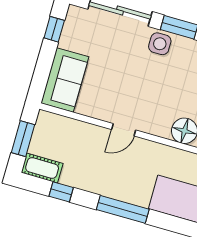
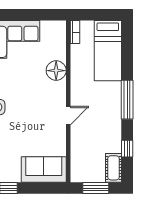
door: (124, 130) -> (68, 116), hinge flipped

